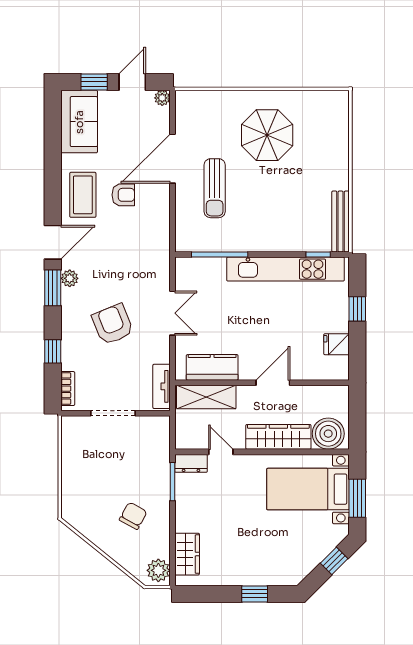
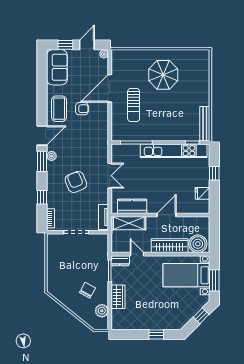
wardrobe: (187, 554) -> (118, 297), moved
plant: (158, 570) -> (102, 311), moved

